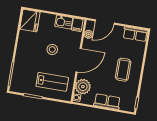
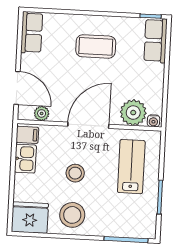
stool: (29, 45) -> (72, 215), added
door: (79, 60) -> (88, 125), hinge flipped
row of seats: (107, 102) -> (156, 40), moved

